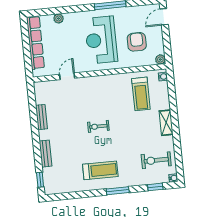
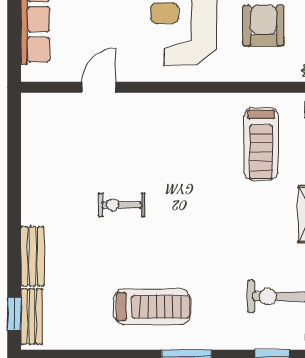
bench: (41, 117) -> (32, 317), moved
exercise bike: (98, 126) -> (122, 205), moved

